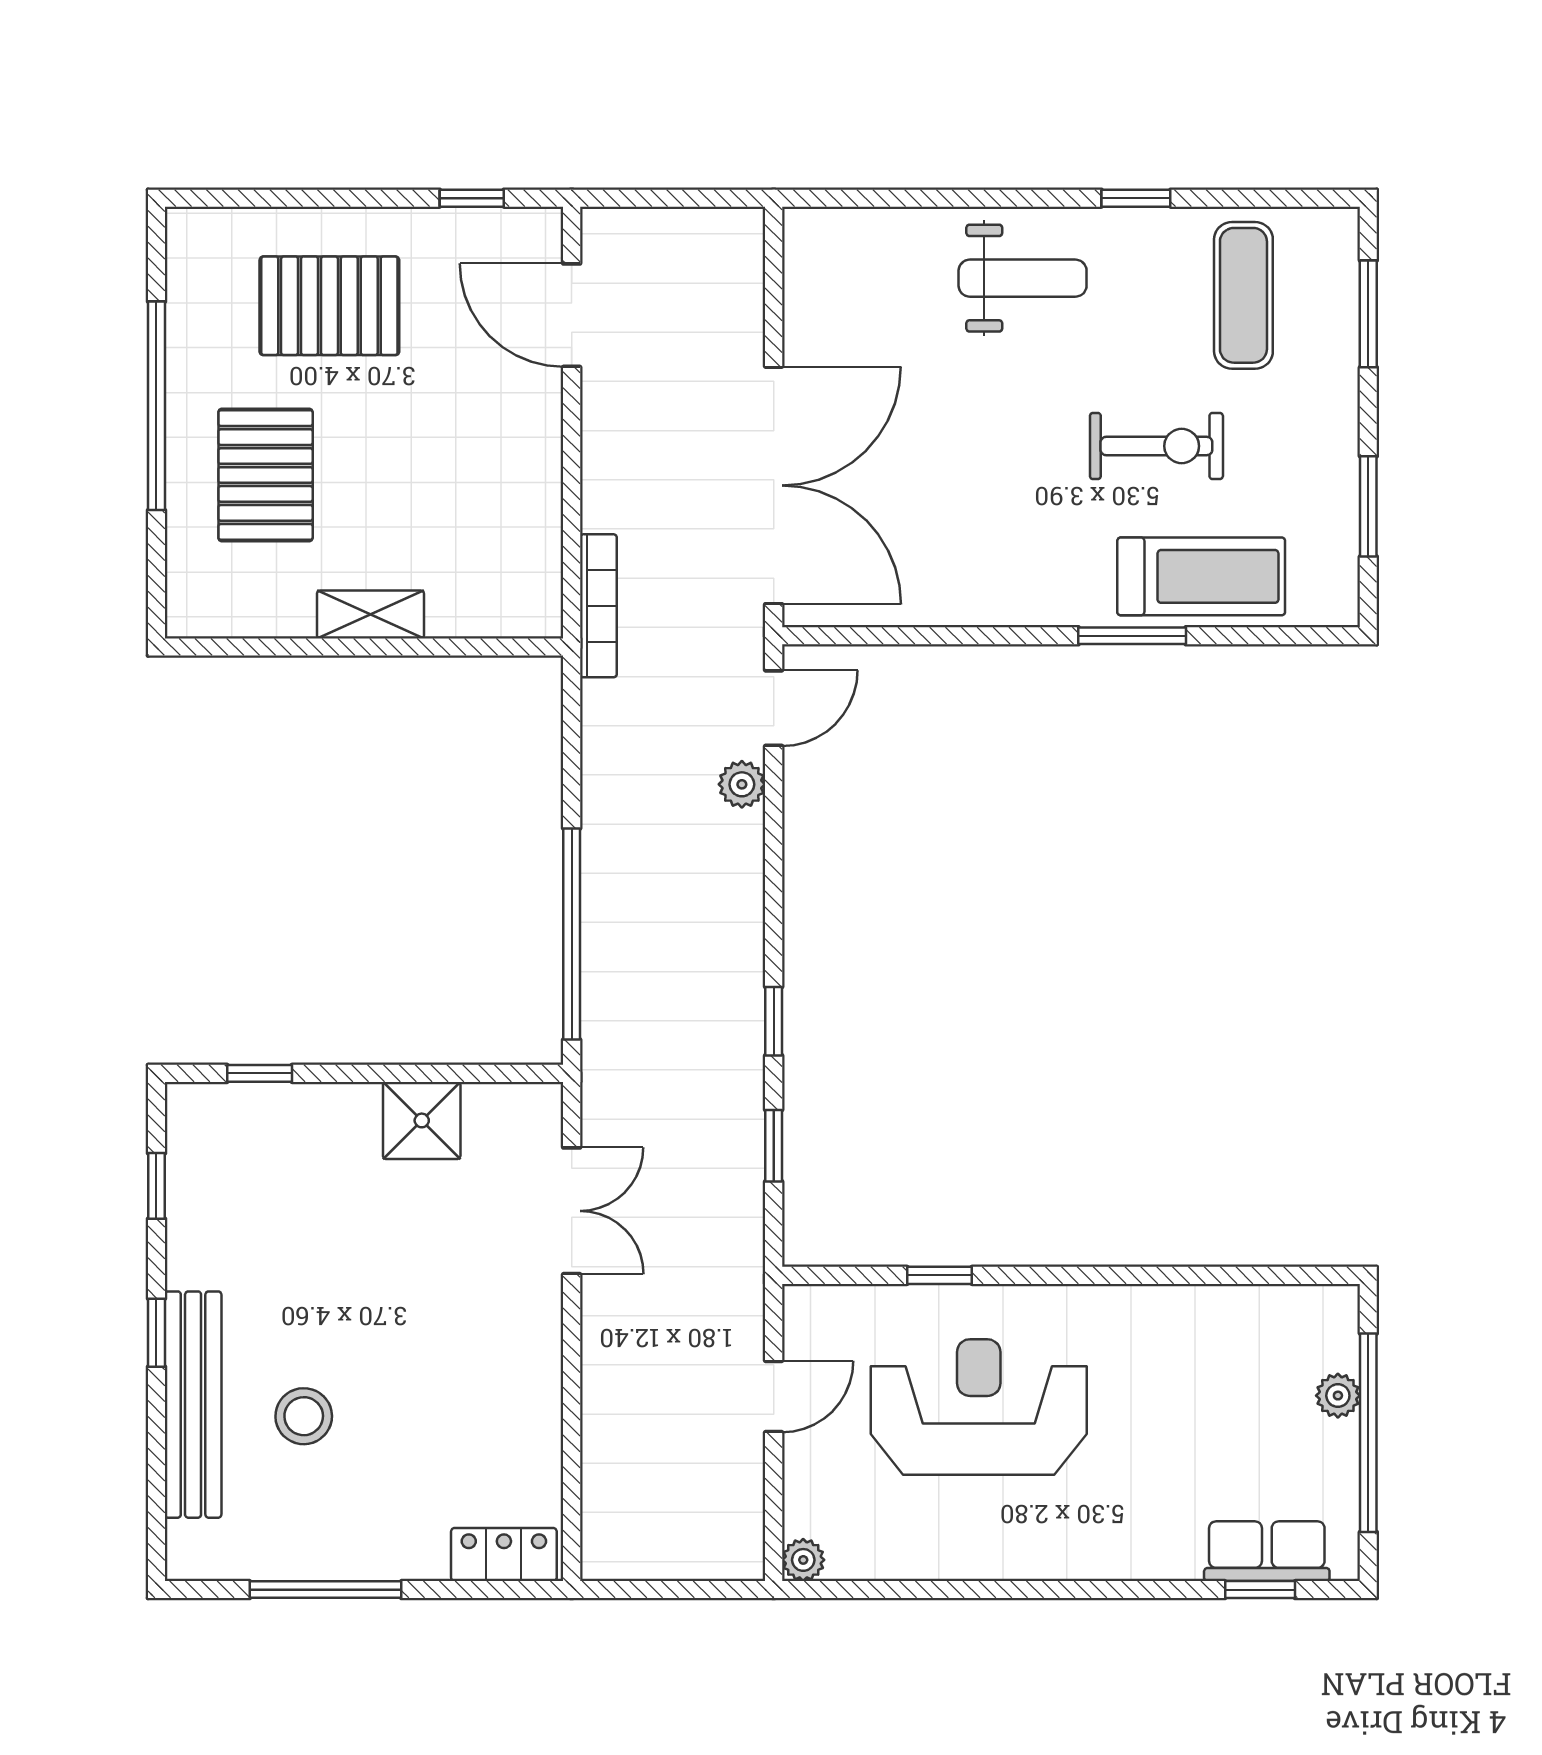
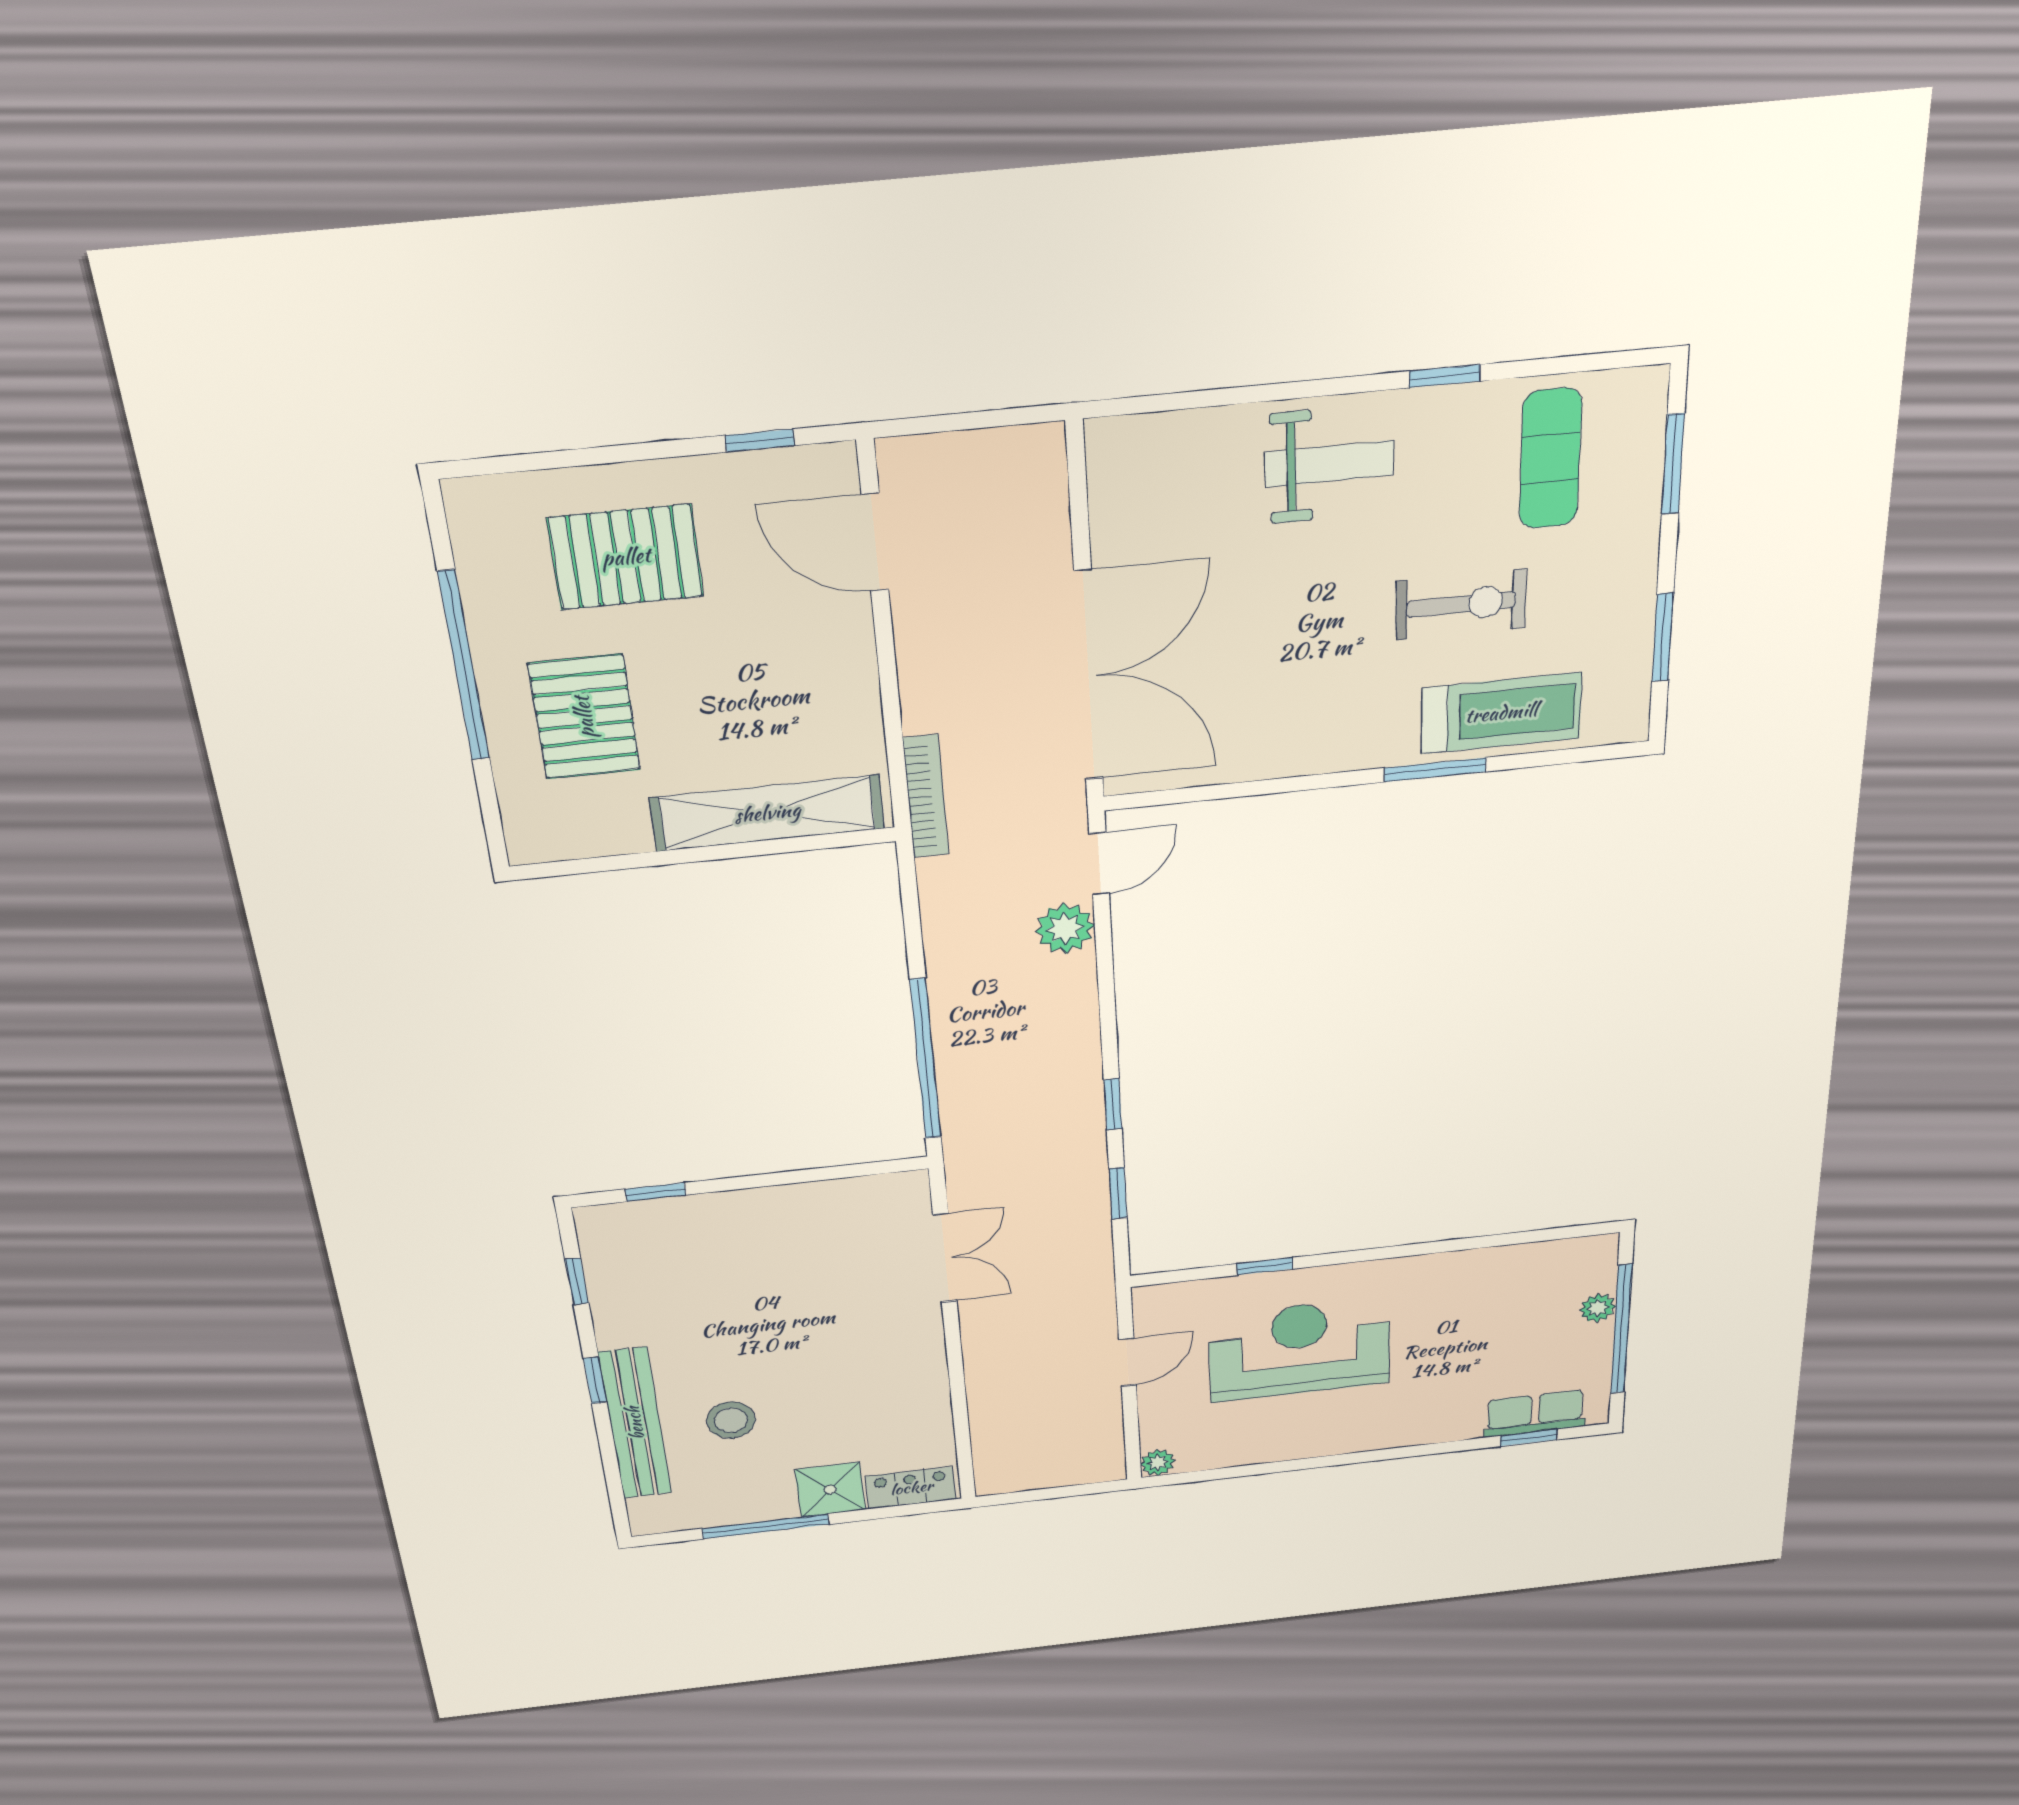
shelving: (370, 615) -> (767, 813), width x2.20, depth x1.33
plant: (742, 784) -> (1065, 928), width x1.38, depth x1.38
shower: (422, 1120) -> (830, 1490), moved

